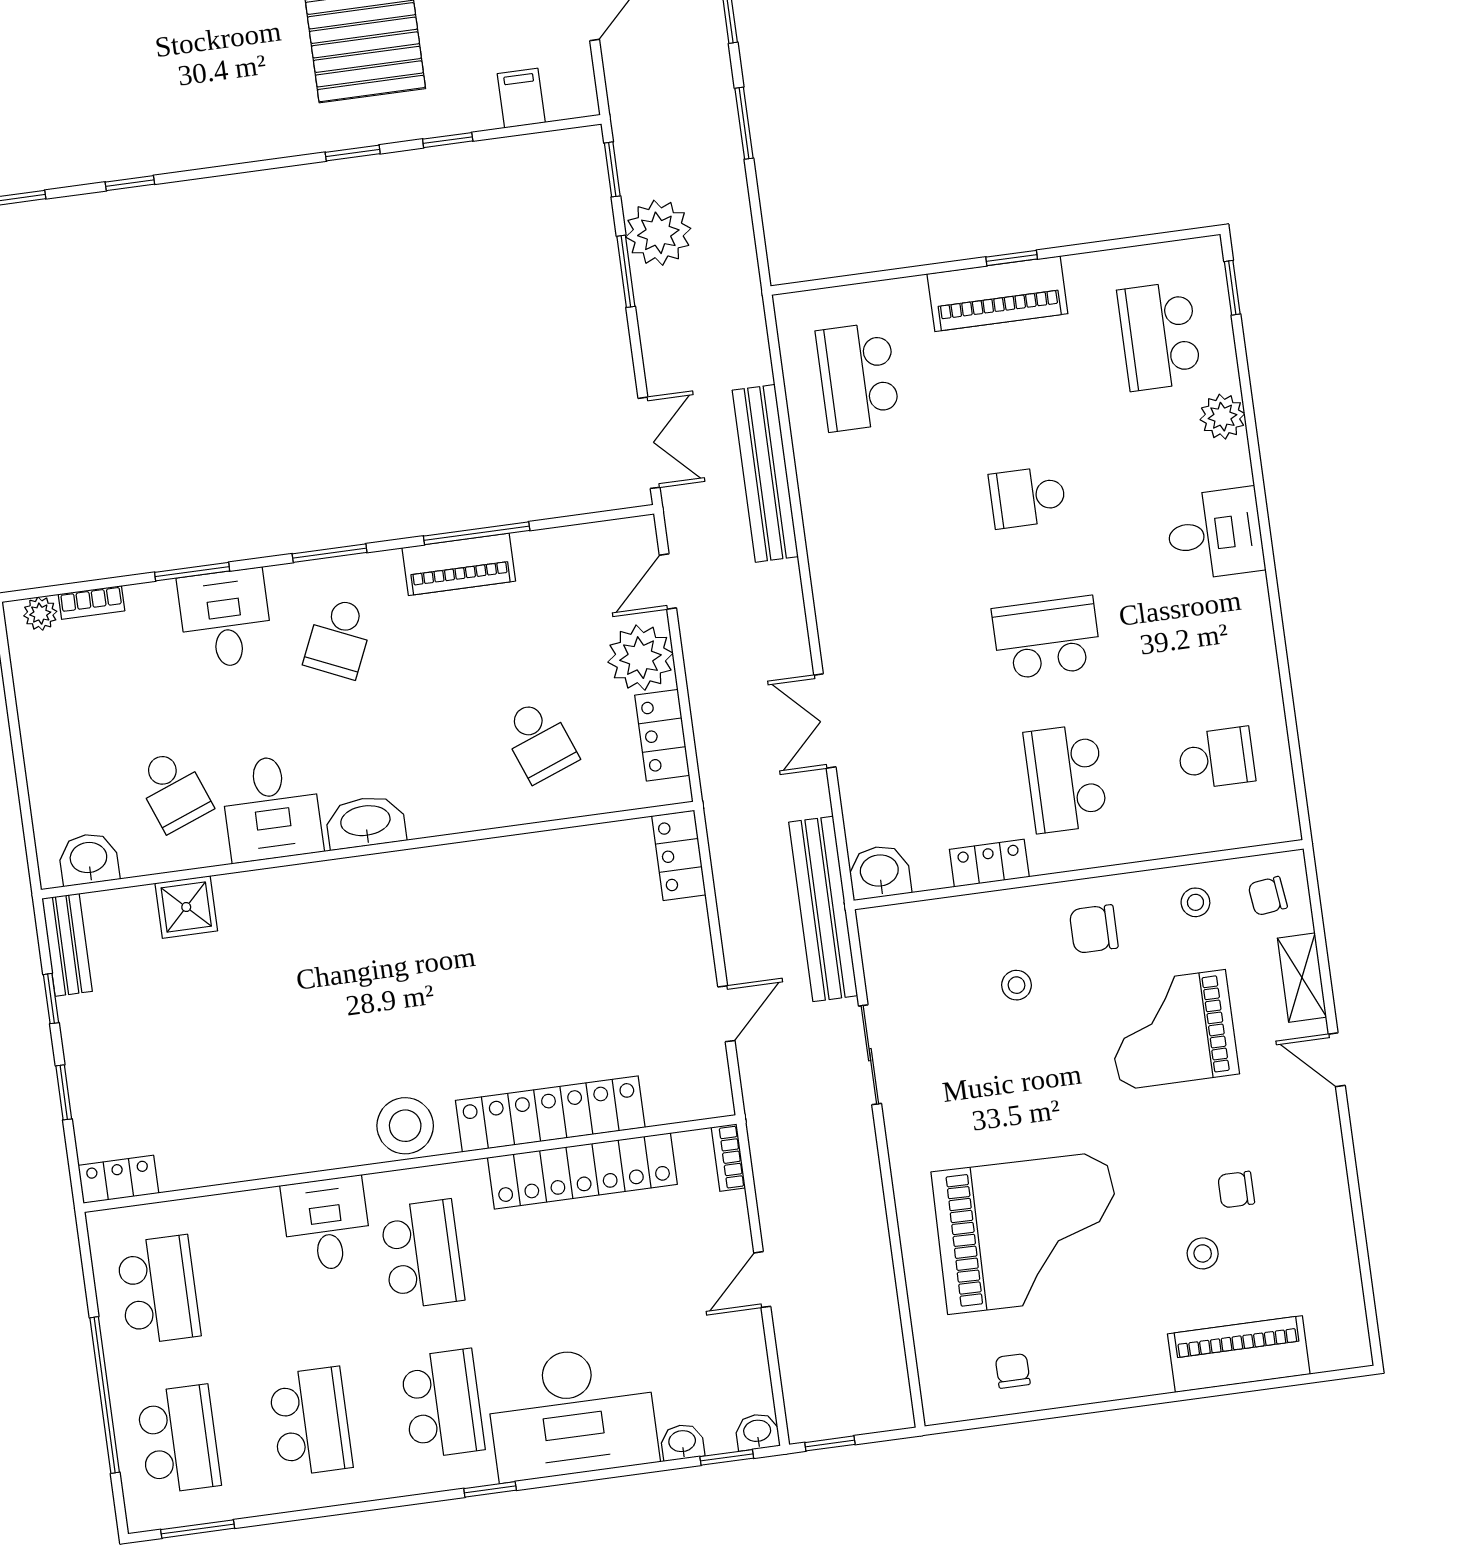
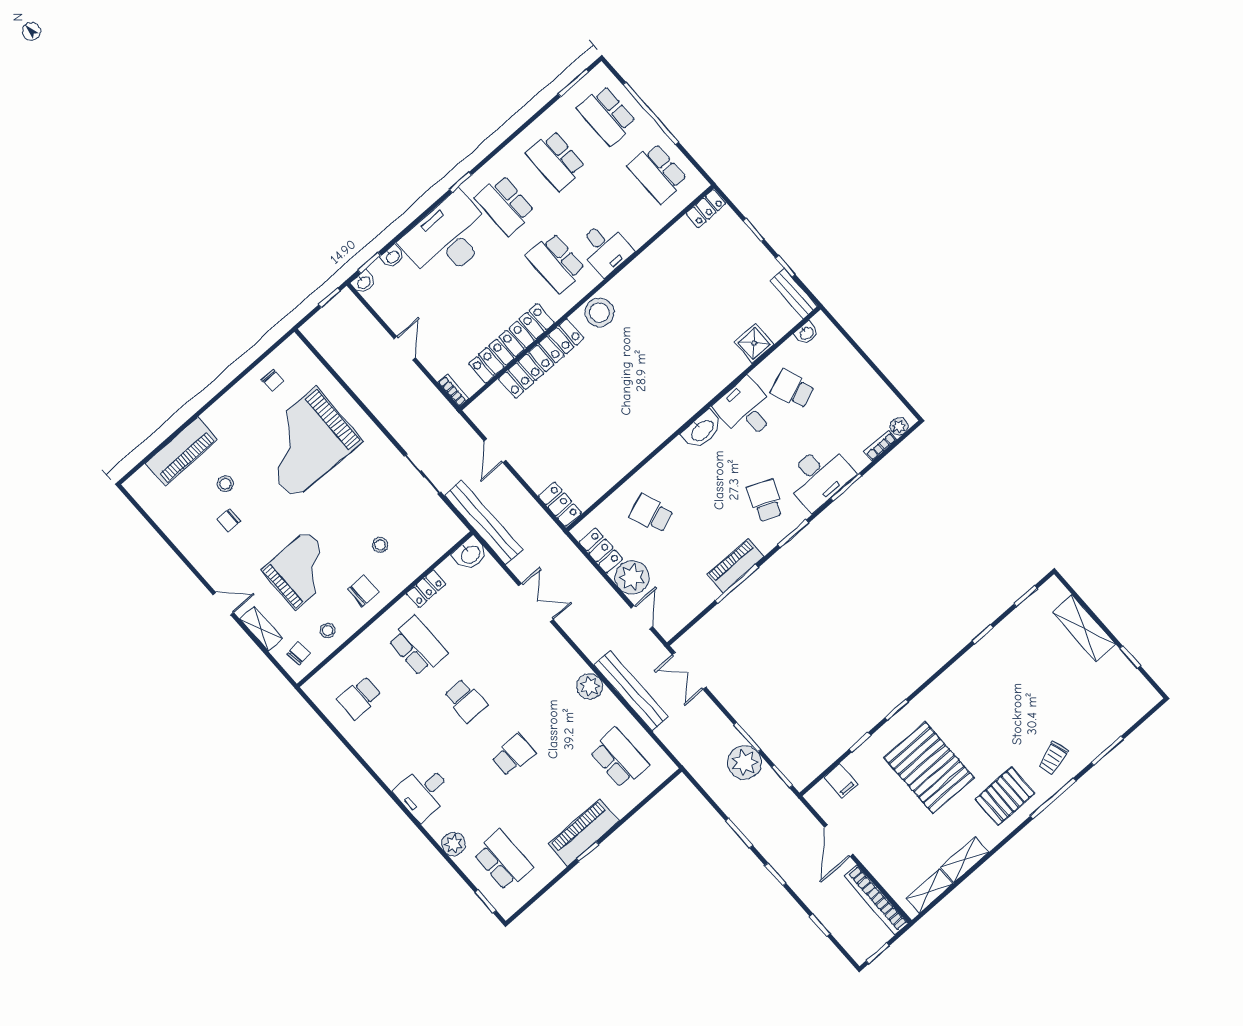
plant: (828, 526) -> (590, 686), added
desk: (225, 619) -> (819, 476), width x1.37
school desk: (1047, 638) -> (465, 701), width x0.54
washbasin: (89, 859) -> (806, 333), width x0.72, depth x0.69
chair: (1236, 1190) -> (229, 520), turned 180

